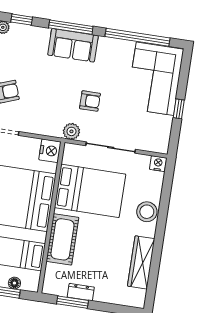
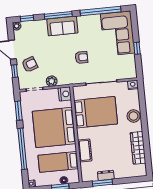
plant: (71, 131) -> (52, 81), moved
cot: (62, 239) -> (85, 150), width x0.73, depth x0.75

